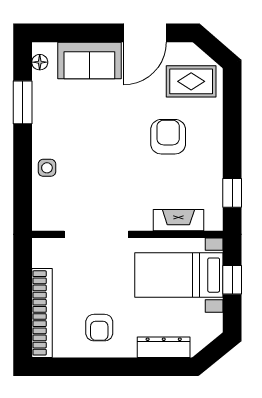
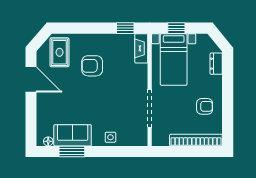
sofa: (89, 60) -> (73, 135), moved, turned -90
fireplace: (178, 220) -> (141, 48), moved
dresser: (164, 347) -> (216, 64), width x0.70

